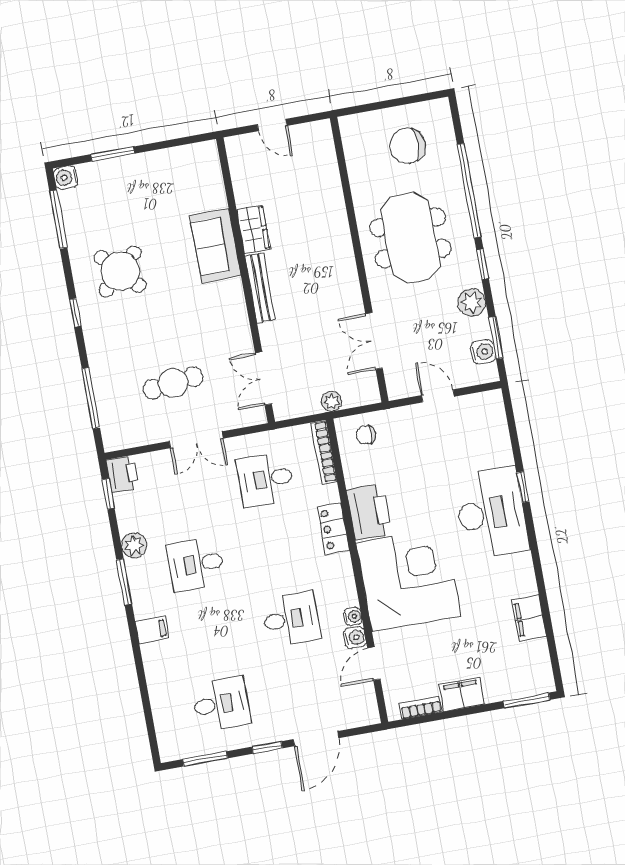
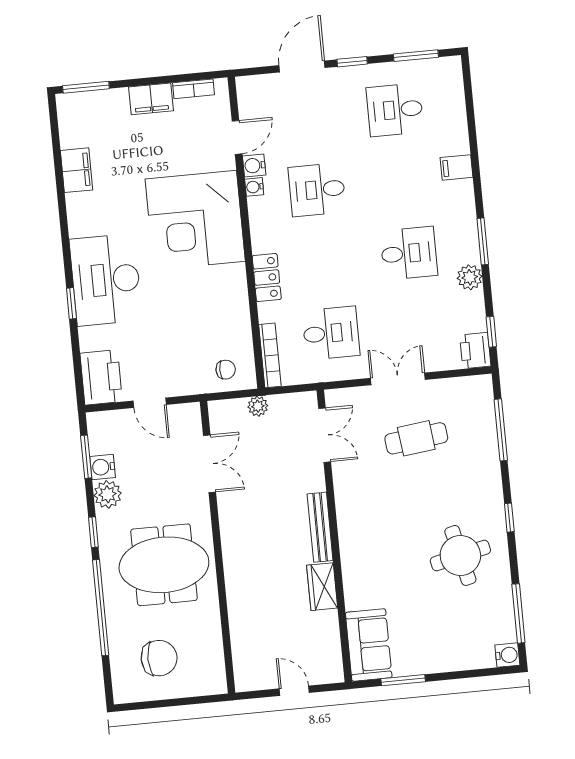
window: (113, 154) -> (403, 680), moved
meeting table: (411, 238) -> (164, 565), turned 90
sofa: (215, 246) -> (369, 645), moved
round table: (120, 271) -> (460, 555), turned 30
water cooler: (483, 352) -> (103, 467), moved
printer: (369, 512) -> (101, 377), moved, turned 180
filing cabinet: (152, 630) -> (456, 167), moved

